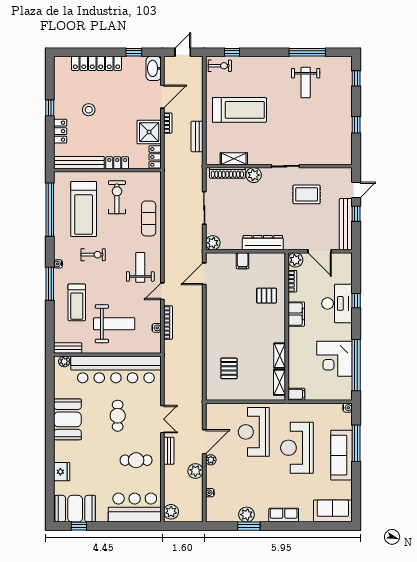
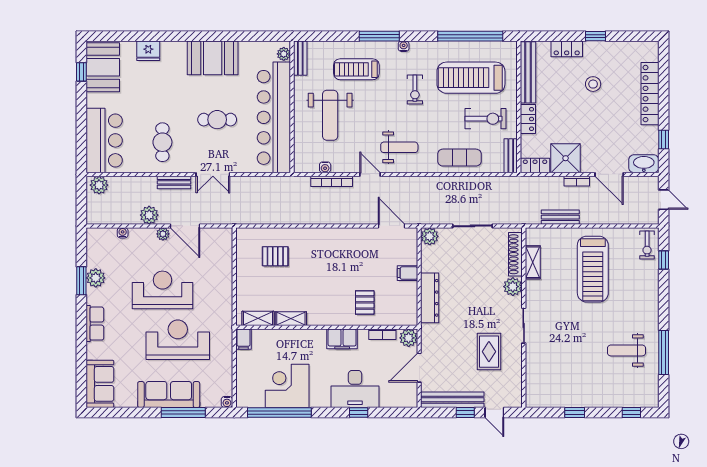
bench: (147, 177) -> (511, 156), added
reception desk: (254, 432) -> (163, 290), moved

